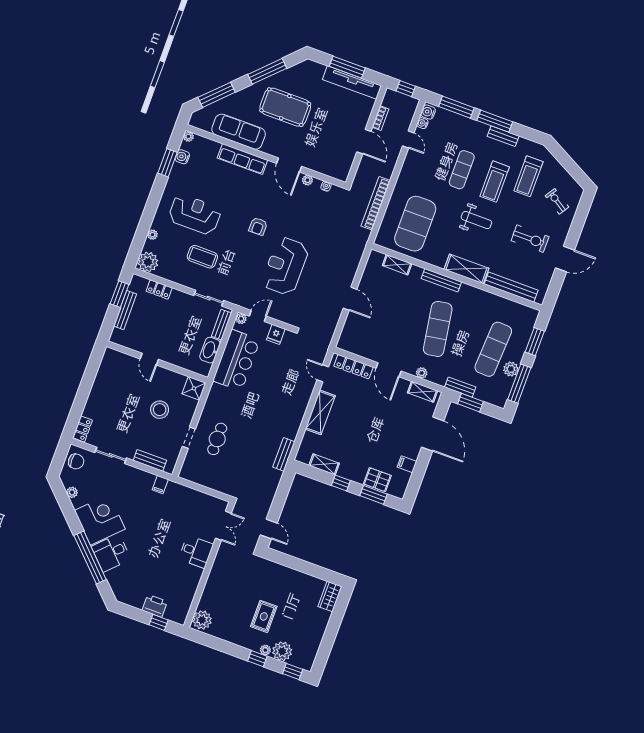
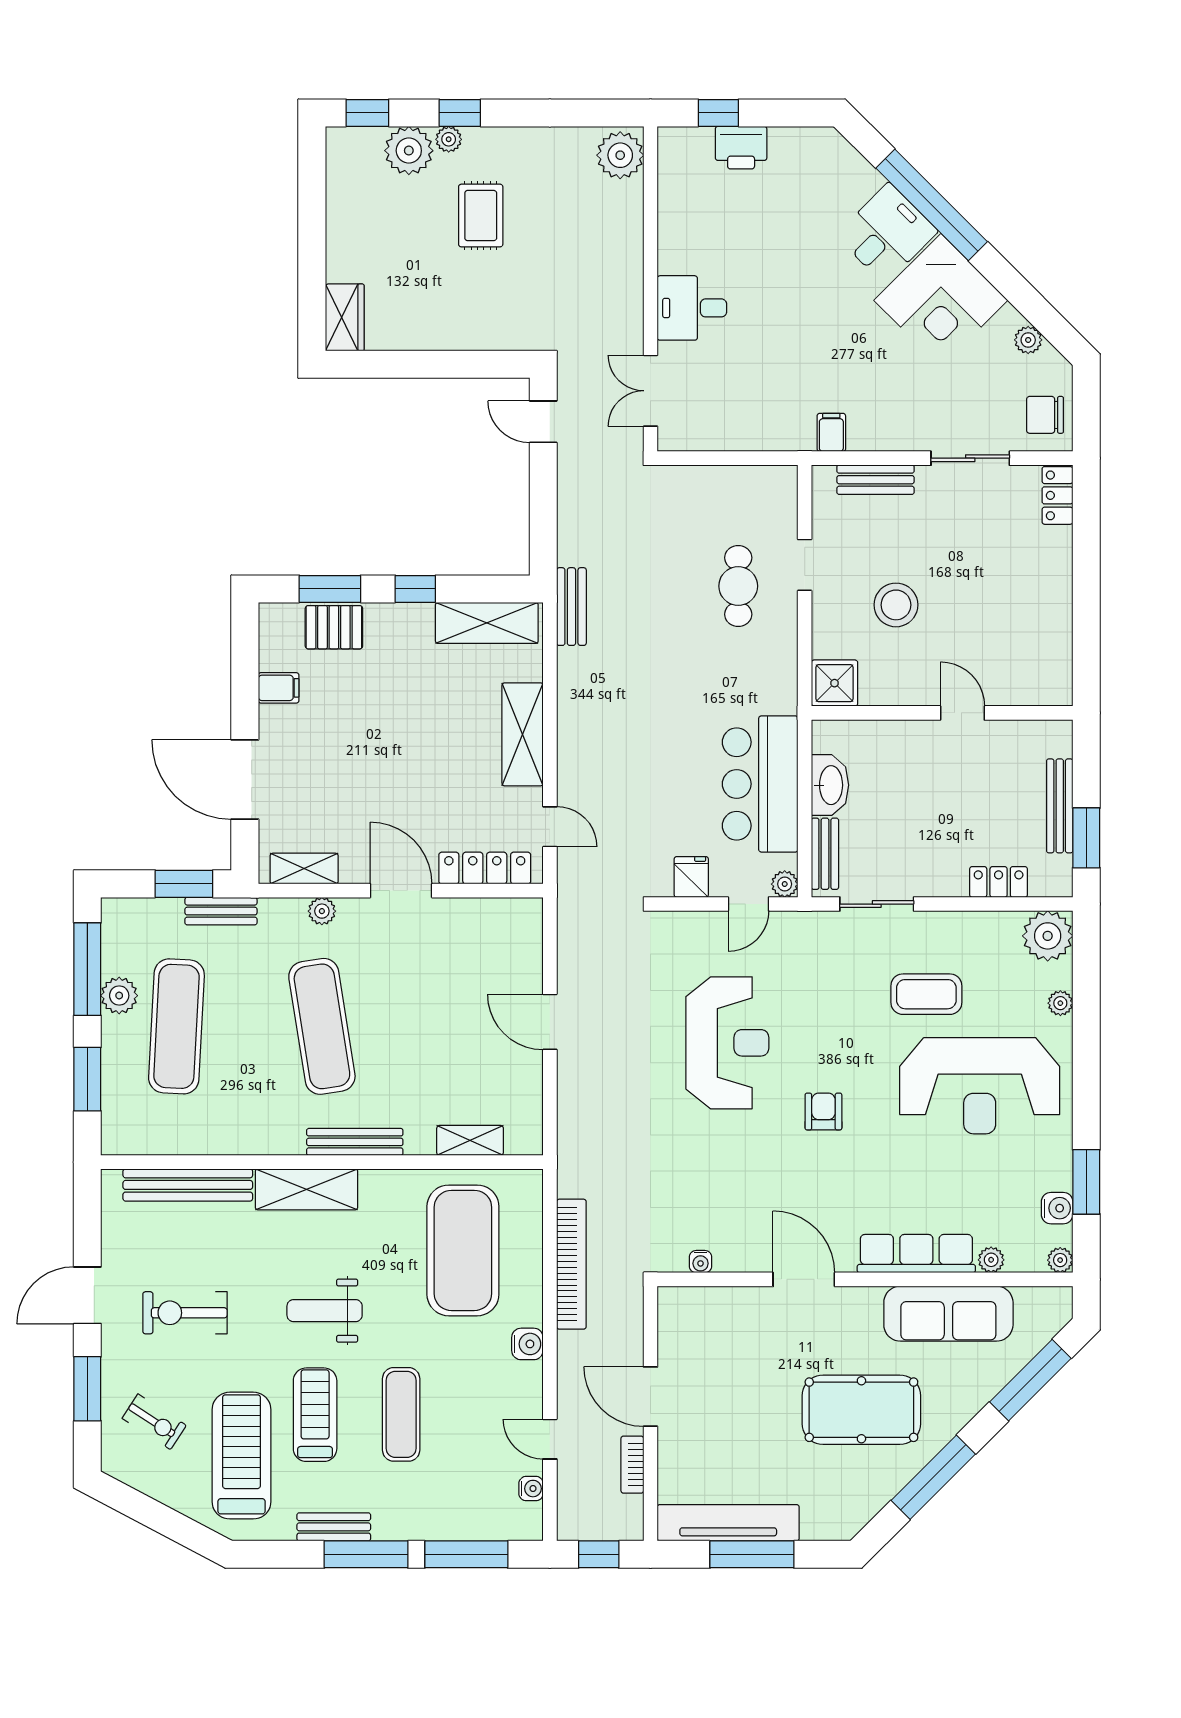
water cooler: (428, 112) -> (527, 1344), moved
treadmill: (528, 176) -> (242, 1456), width x1.37, depth x1.38
plant: (307, 180) -> (991, 1260), moved
reception desk: (195, 214) -> (980, 1086), width x1.36, depth x1.30
window: (578, 223) -> (87, 1389), added
shelving: (324, 464) -> (487, 623), width x1.50, depth x1.33

